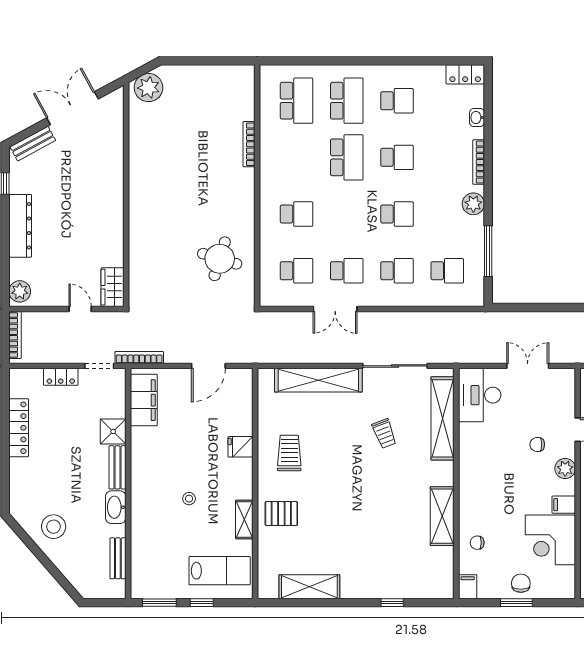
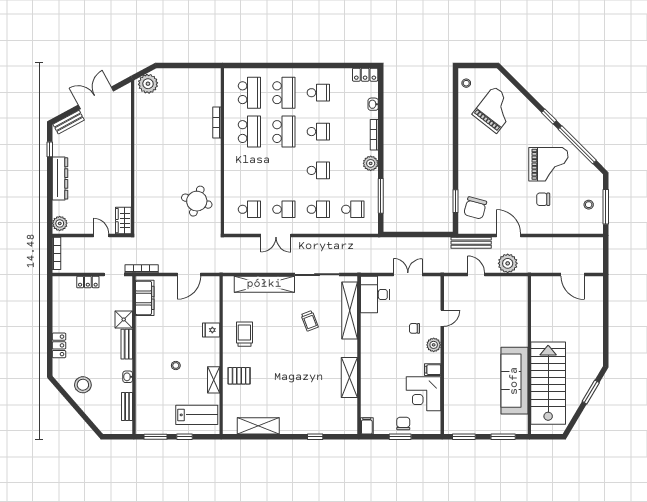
school desk: (296, 214) -> (249, 132), moved, width x1.85
locker: (19, 428) -> (59, 345), moved, width x0.66
washbasin: (116, 507) -> (128, 377), width x0.52, depth x0.69
chair: (477, 543) -> (373, 396), removed

